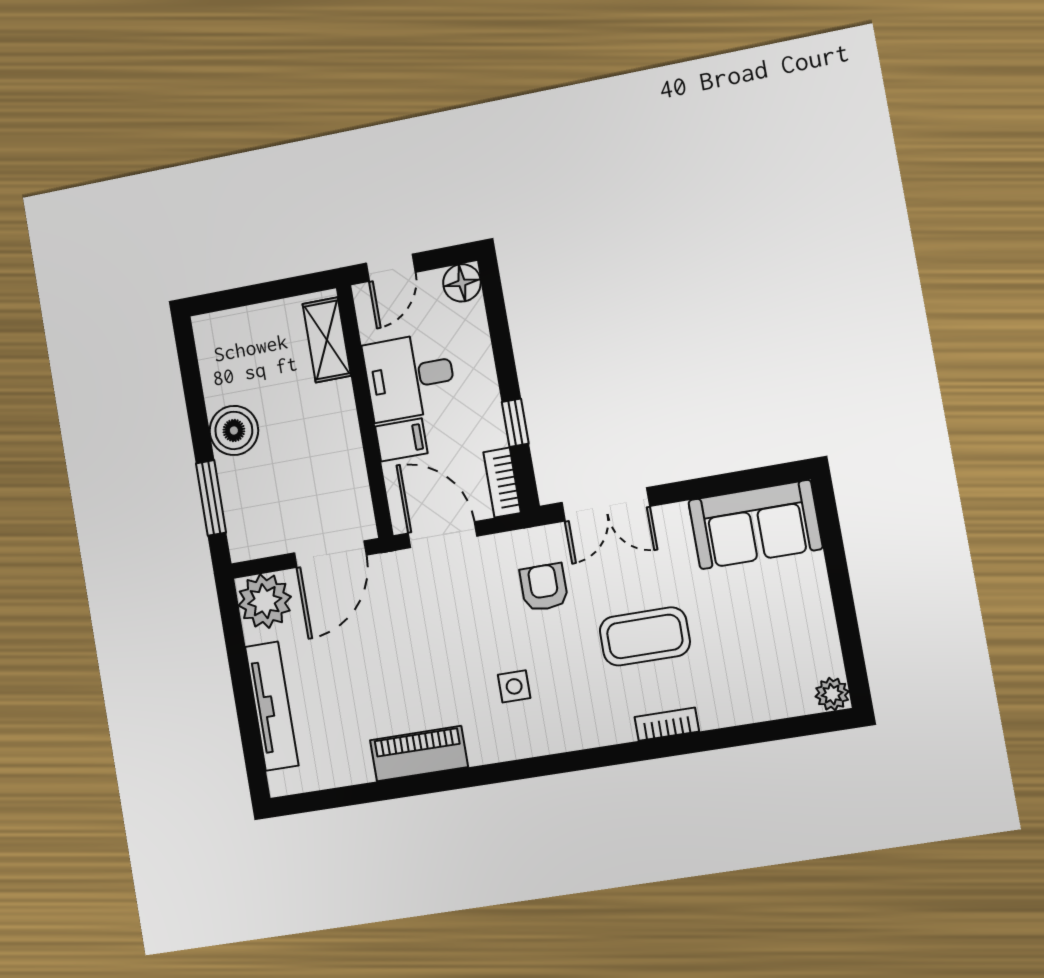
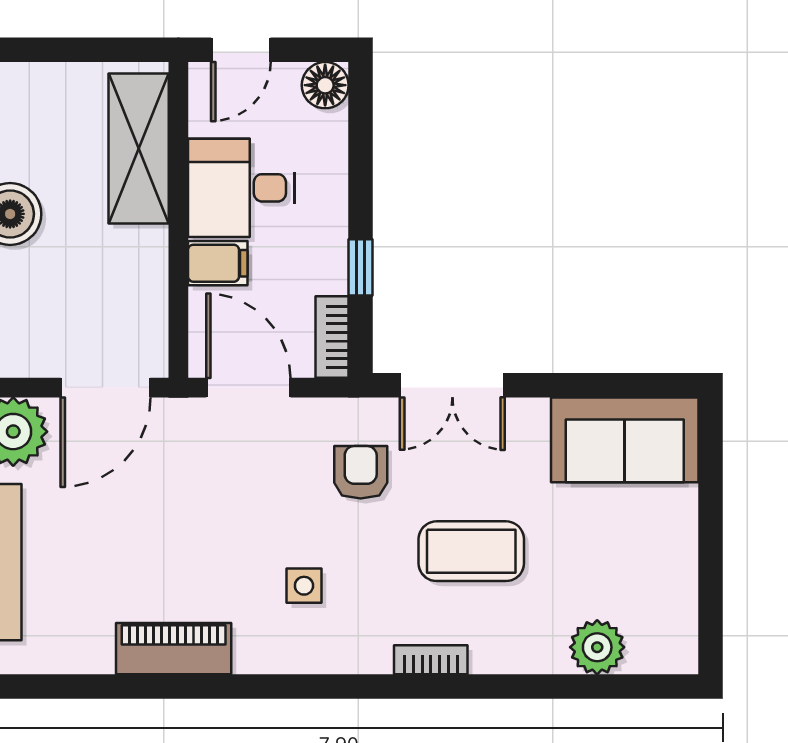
shelving: (327, 340) -> (139, 148), width x1.50, depth x1.33
plant: (832, 694) -> (597, 647), moved, width x1.38, depth x1.38
bookcase: (667, 724) -> (431, 660), moved

